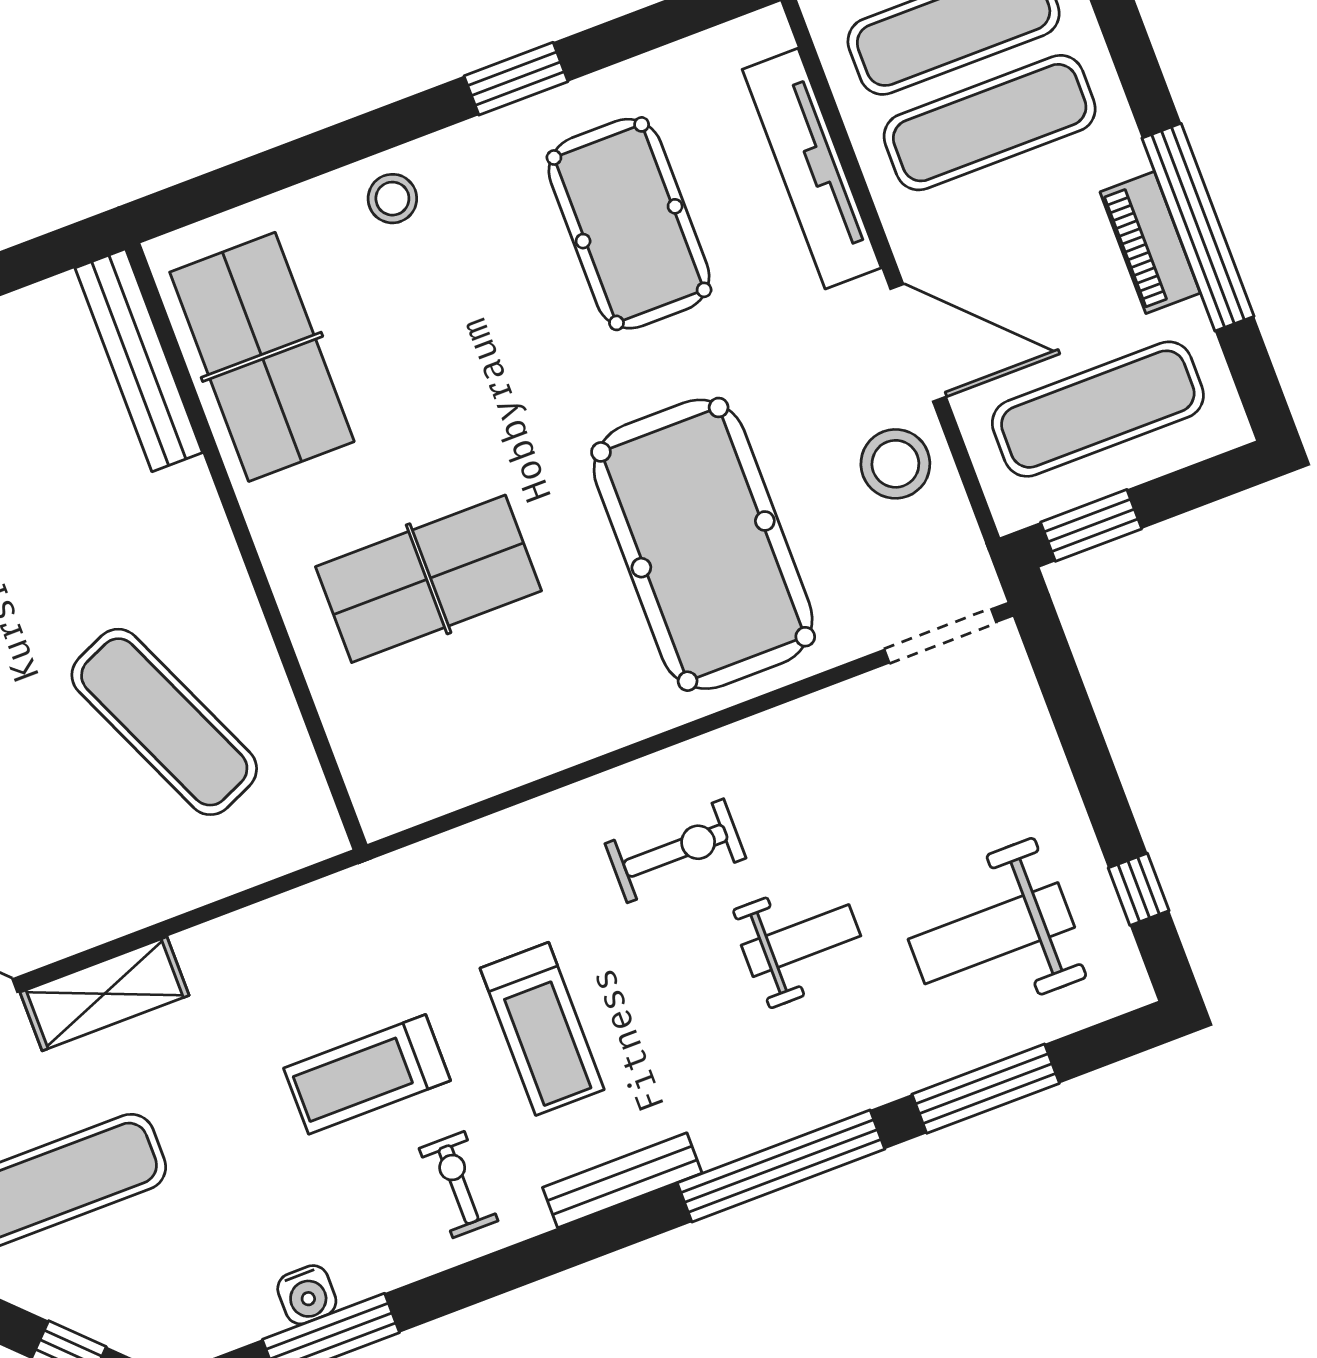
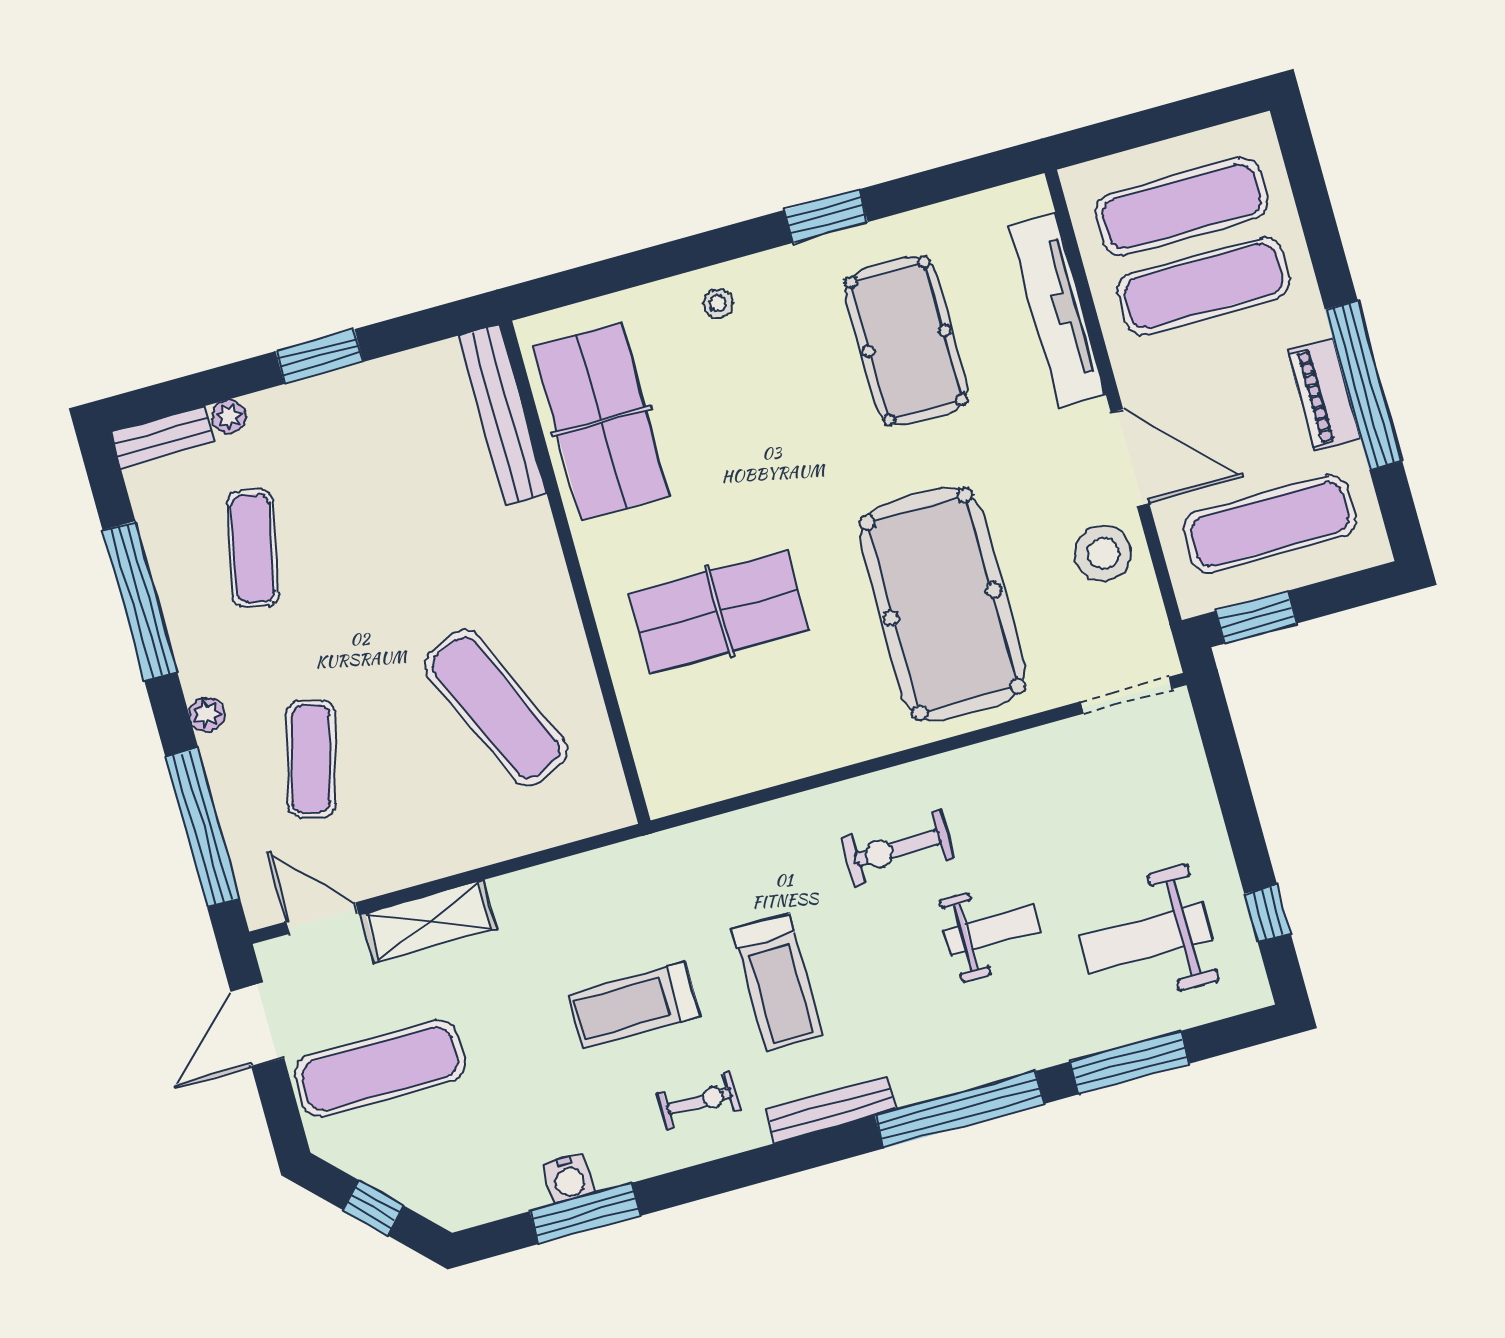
stool: (392, 199) -> (718, 303), width x0.73, depth x0.73
exercise bike: (675, 851) -> (898, 849), turned 180
exercise bike: (459, 1185) -> (699, 1101), turned 90

